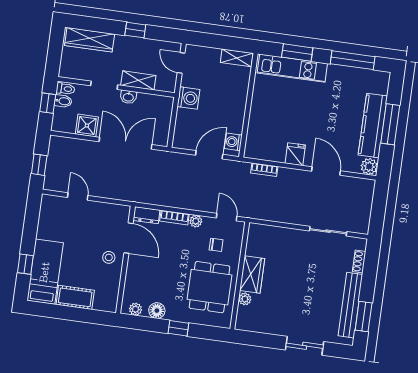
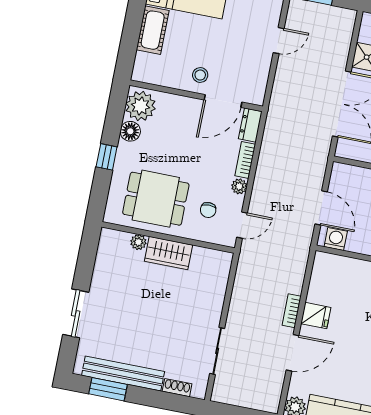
bookcase: (264, 170) -> (292, 311), moved
plant: (136, 309) -> (140, 106), width x1.88, depth x1.88

